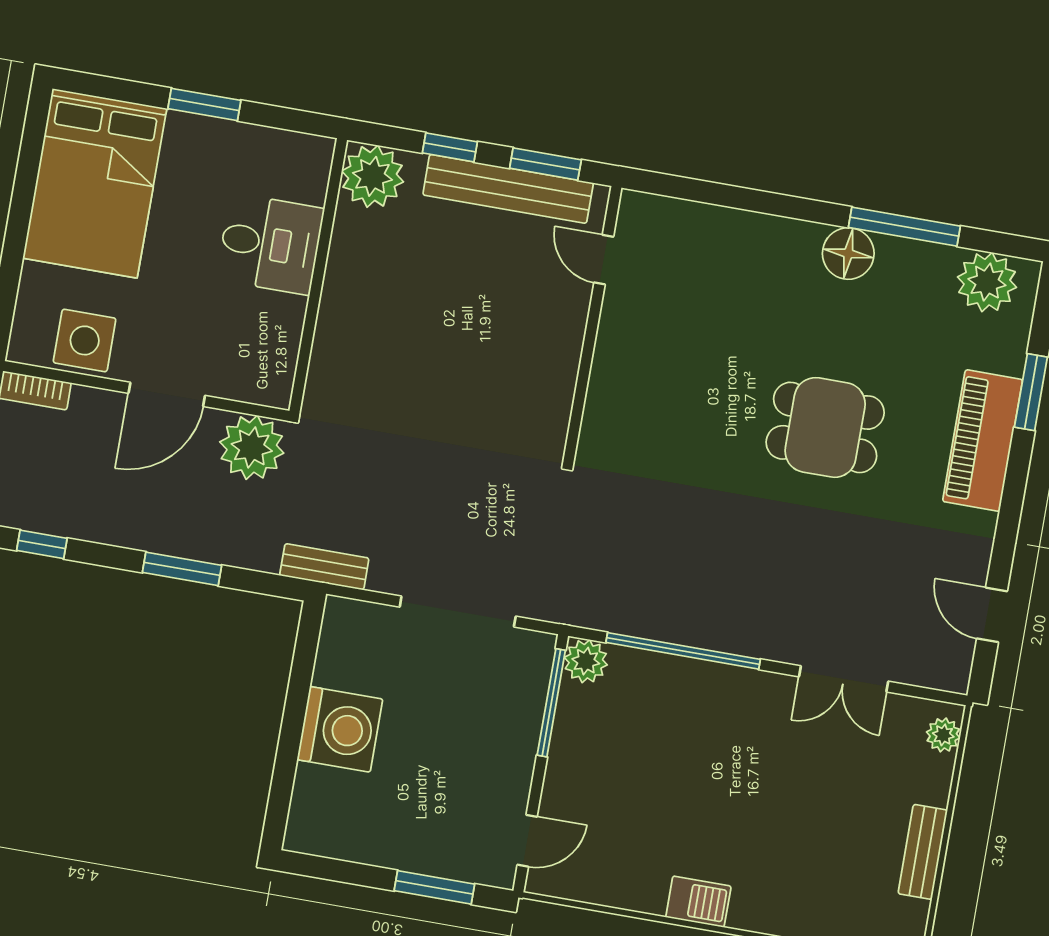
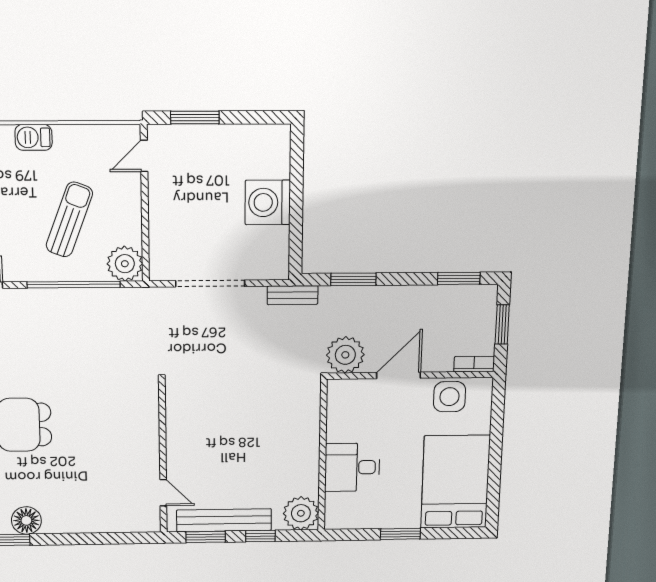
window: (42, 544) -> (459, 278), width x1.50
window: (182, 569) -> (353, 279), moved
plant: (586, 661) -> (125, 264), width x1.36, depth x1.36
window: (551, 703) -> (145, 241), removed
sun lounger: (668, 760) -> (69, 220), added

